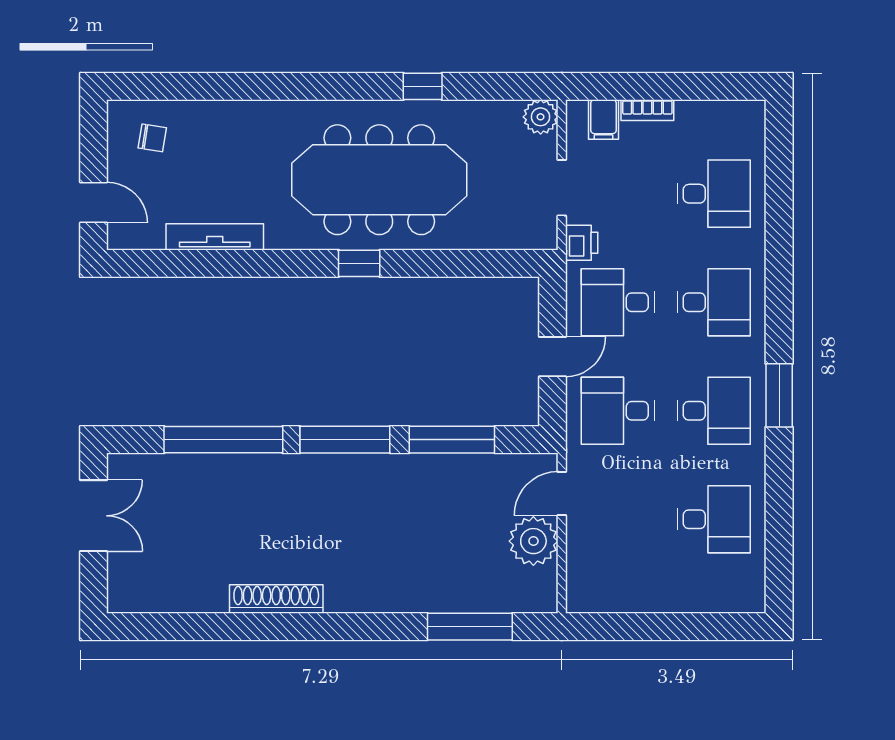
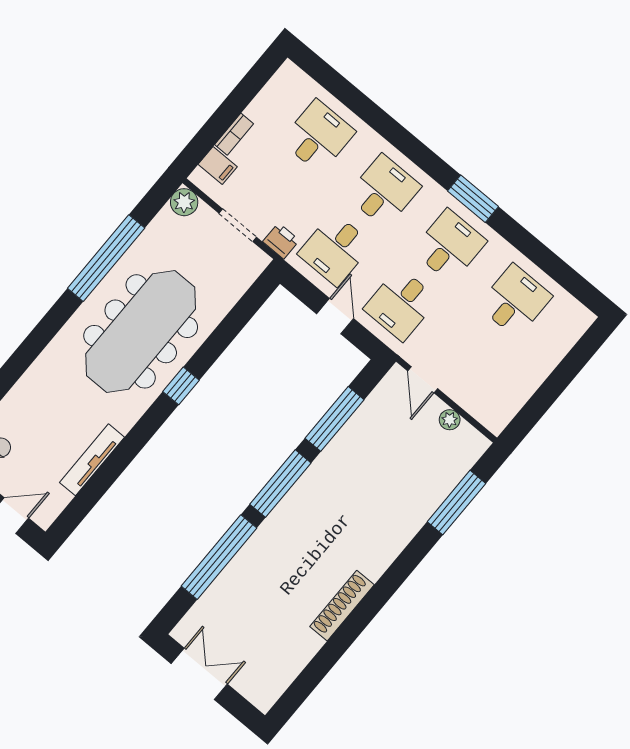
window: (423, 86) -> (106, 258), width x3.17
plant: (533, 541) -> (450, 420), width x0.53, depth x0.53

